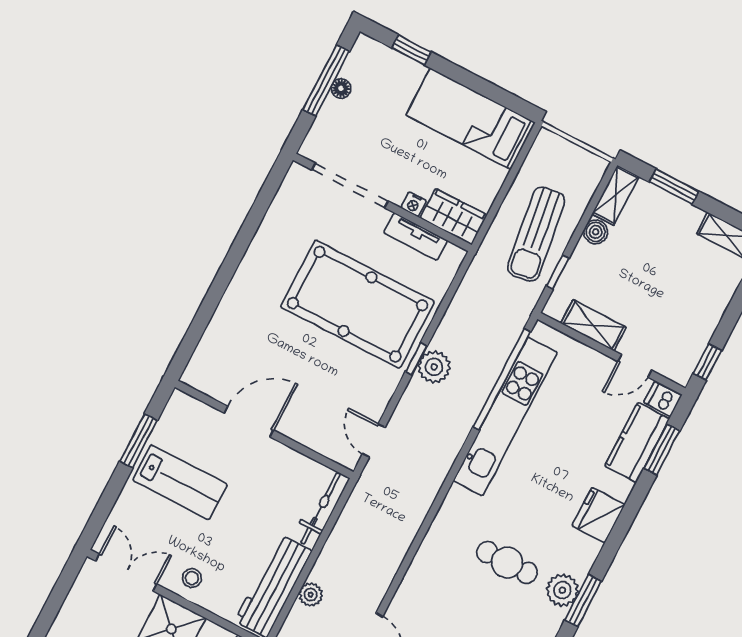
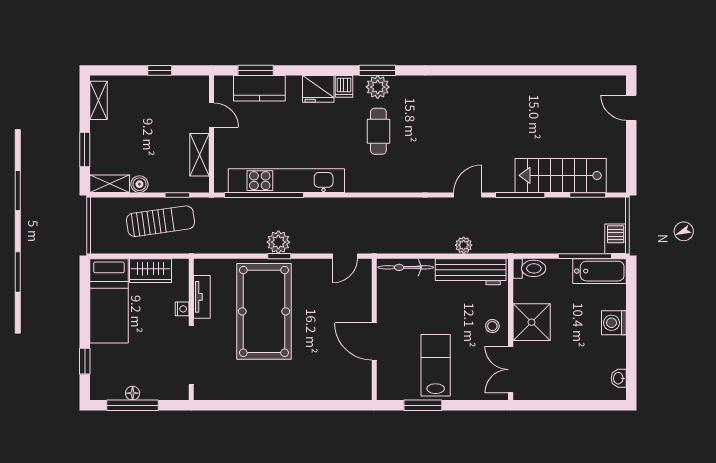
wardrobe: (454, 217) -> (150, 271), moved, turned -90
window: (707, 362) -> (160, 70), moved
dishwasher: (663, 399) -> (344, 86), moved

